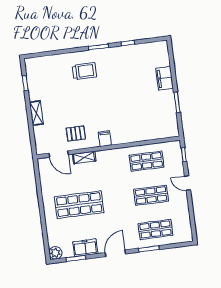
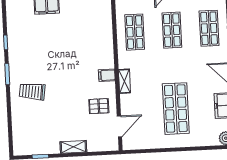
trolley: (84, 71) -> (32, 91), turned -82
pallet: (76, 134) -> (99, 106), turned 90
shelving: (84, 157) -> (124, 81), moved

